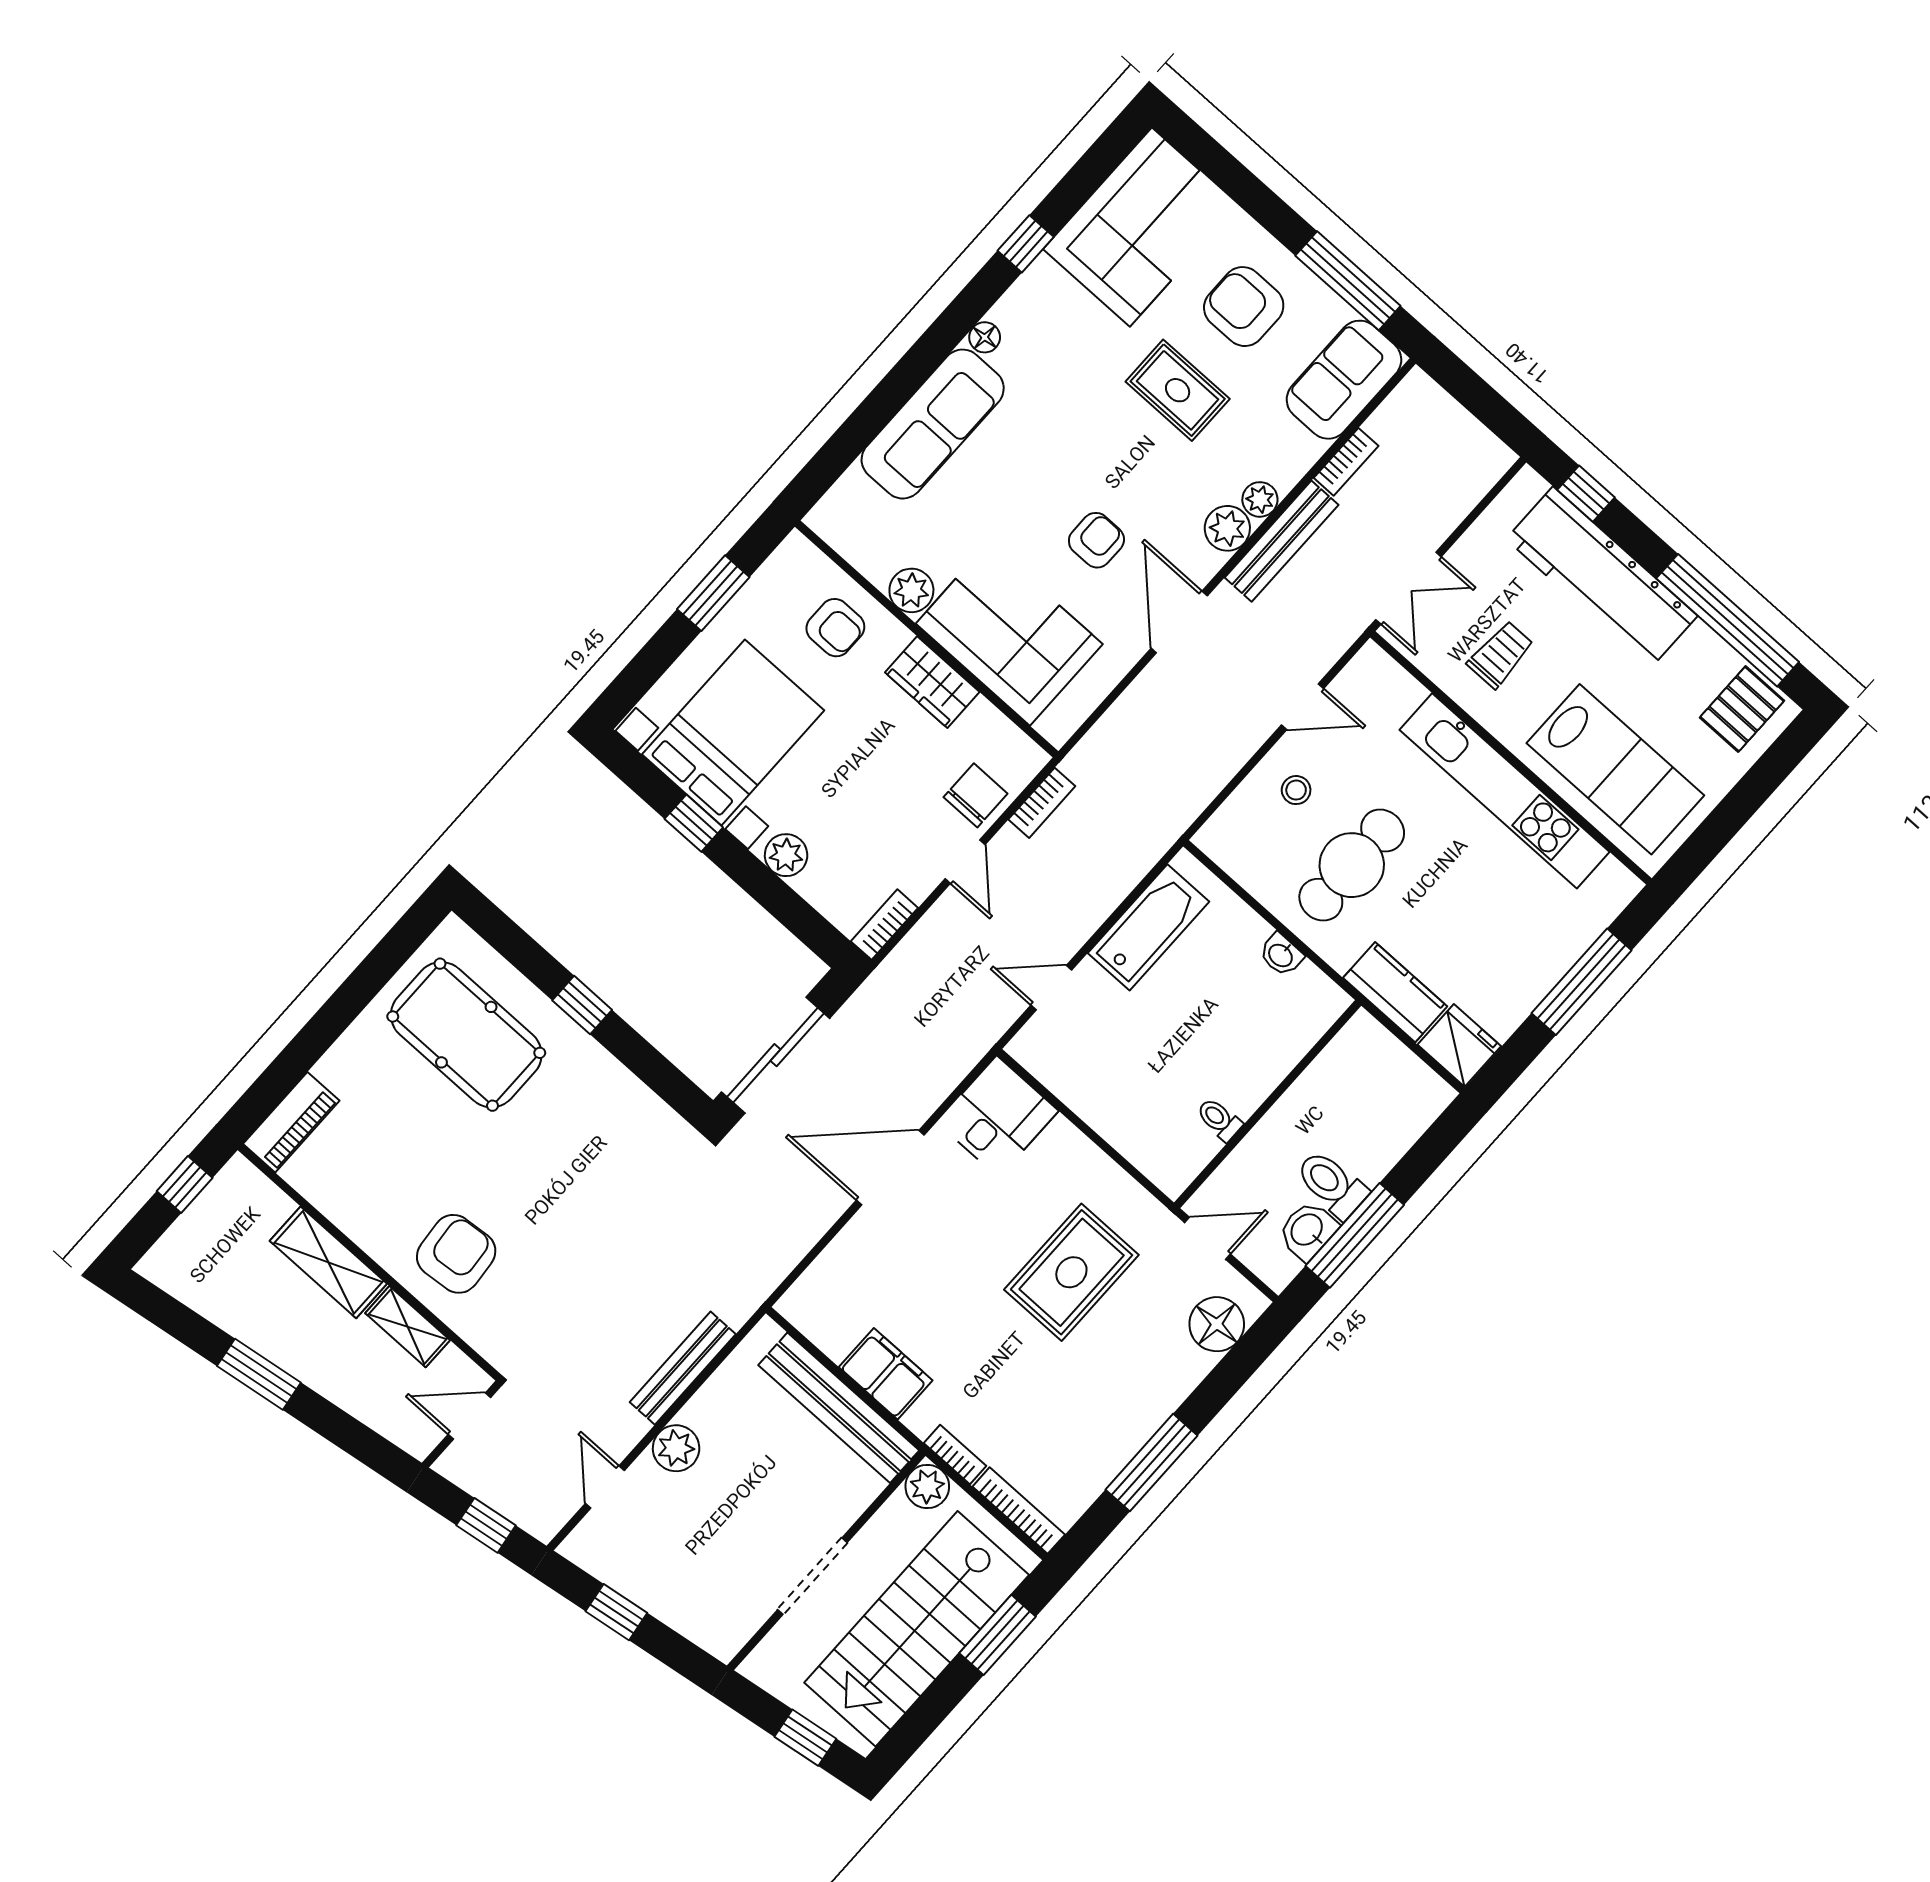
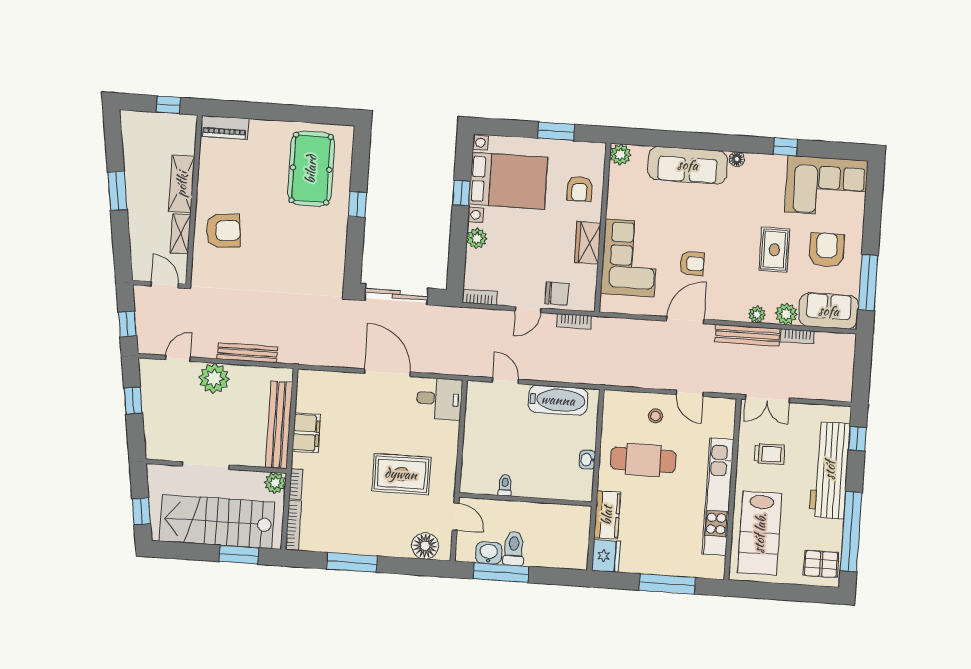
plant: (1227, 528) -> (786, 314), moved
plant: (911, 590) -> (620, 154), moved
plant: (676, 1448) -> (214, 378), width x1.36, depth x1.36

